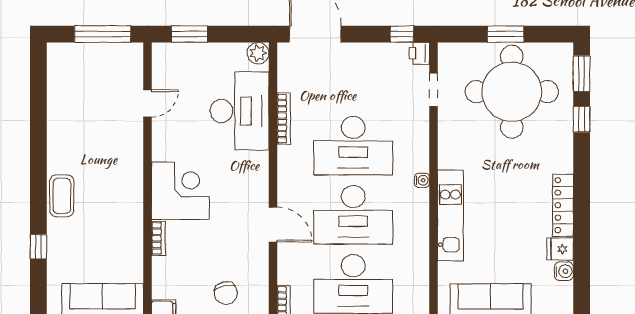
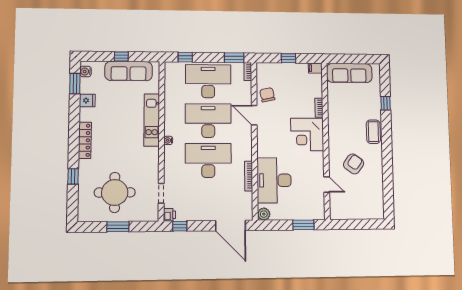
window: (103, 34) -> (353, 224), removed
window: (582, 74) -> (75, 84), moved
round table: (512, 92) -> (115, 192), width x0.73, depth x0.73
door: (147, 103) -> (327, 184), swing flipped
armchair: (99, 139) -> (354, 164), added
locker: (563, 205) -> (85, 140), moved
water cooler: (564, 271) -> (86, 72), moved
chair: (226, 293) -> (267, 95), moved

